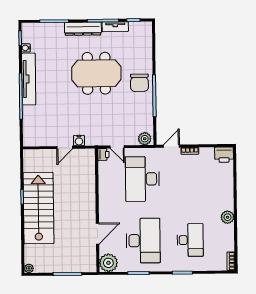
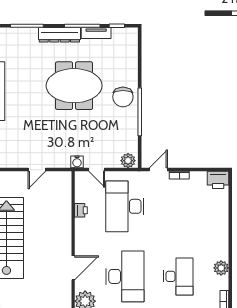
water cooler: (79, 141) -> (77, 162), moved
printer: (103, 154) -> (81, 210), moved
plant: (228, 217) -> (221, 268), moved

